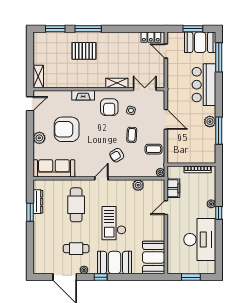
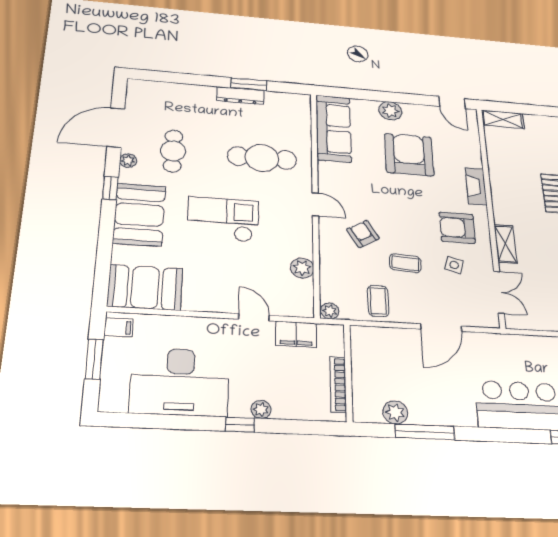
plant: (210, 122) -> (395, 412), moved
dresser: (38, 202) -> (240, 96), moved
filing cabinet: (175, 268) -> (119, 327), added

